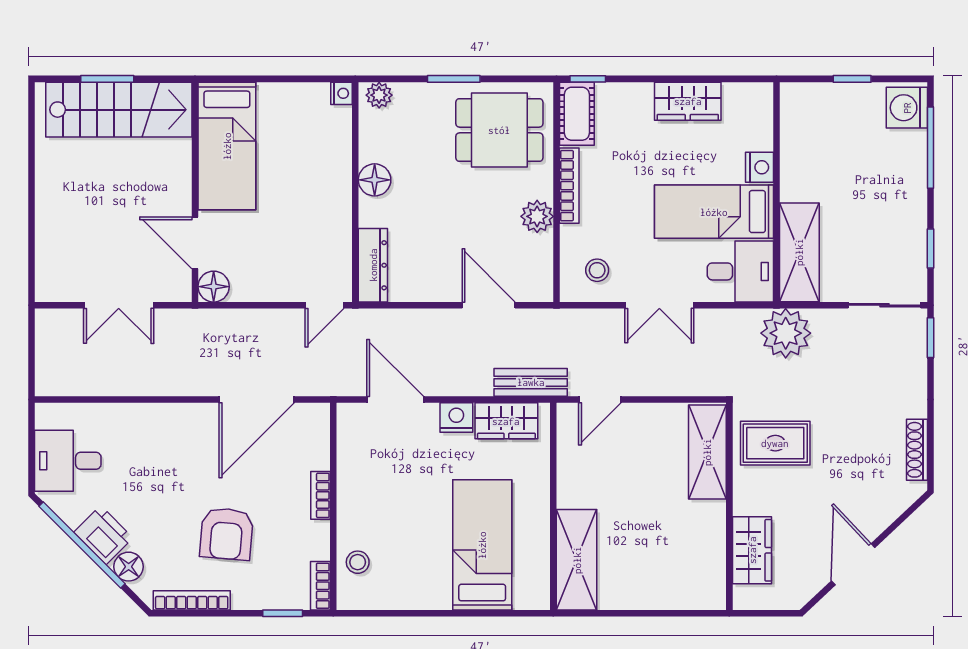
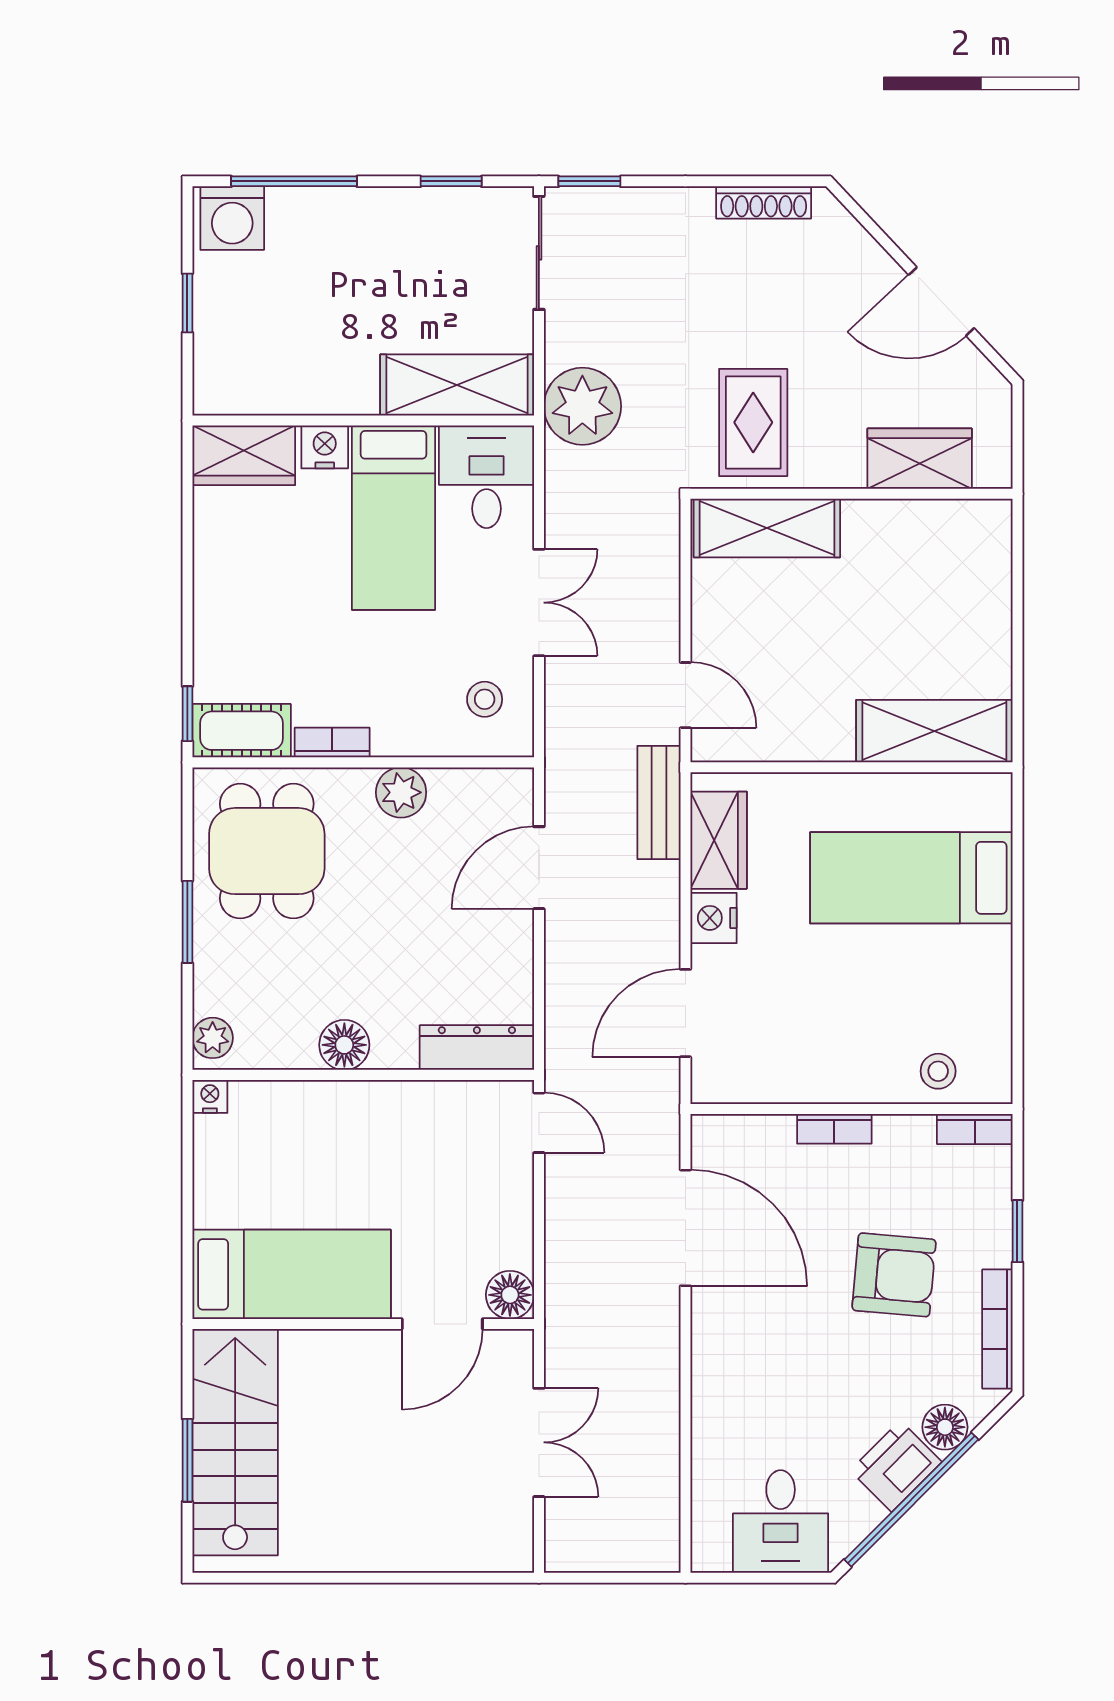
wardrobe: (688, 101) -> (244, 455), moved, turned 90
bookcase: (569, 186) -> (332, 743), width x0.64
window: (283, 613) -> (1017, 1231), moved

